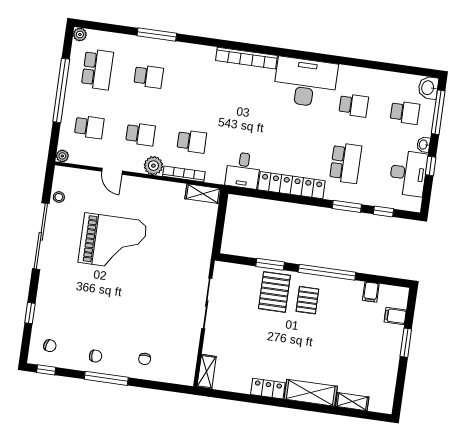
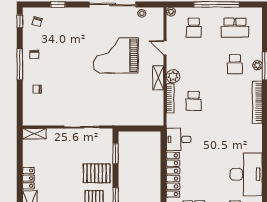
plant: (80, 34) -> (257, 65), moved
bookcase: (246, 58) -> (257, 102), moved
school desk: (141, 134) -> (194, 64), removed
door: (112, 171) -> (165, 48), hinge flipped
shelving: (203, 194) -> (158, 78), moved
grand piano: (113, 242) -> (116, 55), turned 90
window: (270, 264) -> (116, 154), moved

